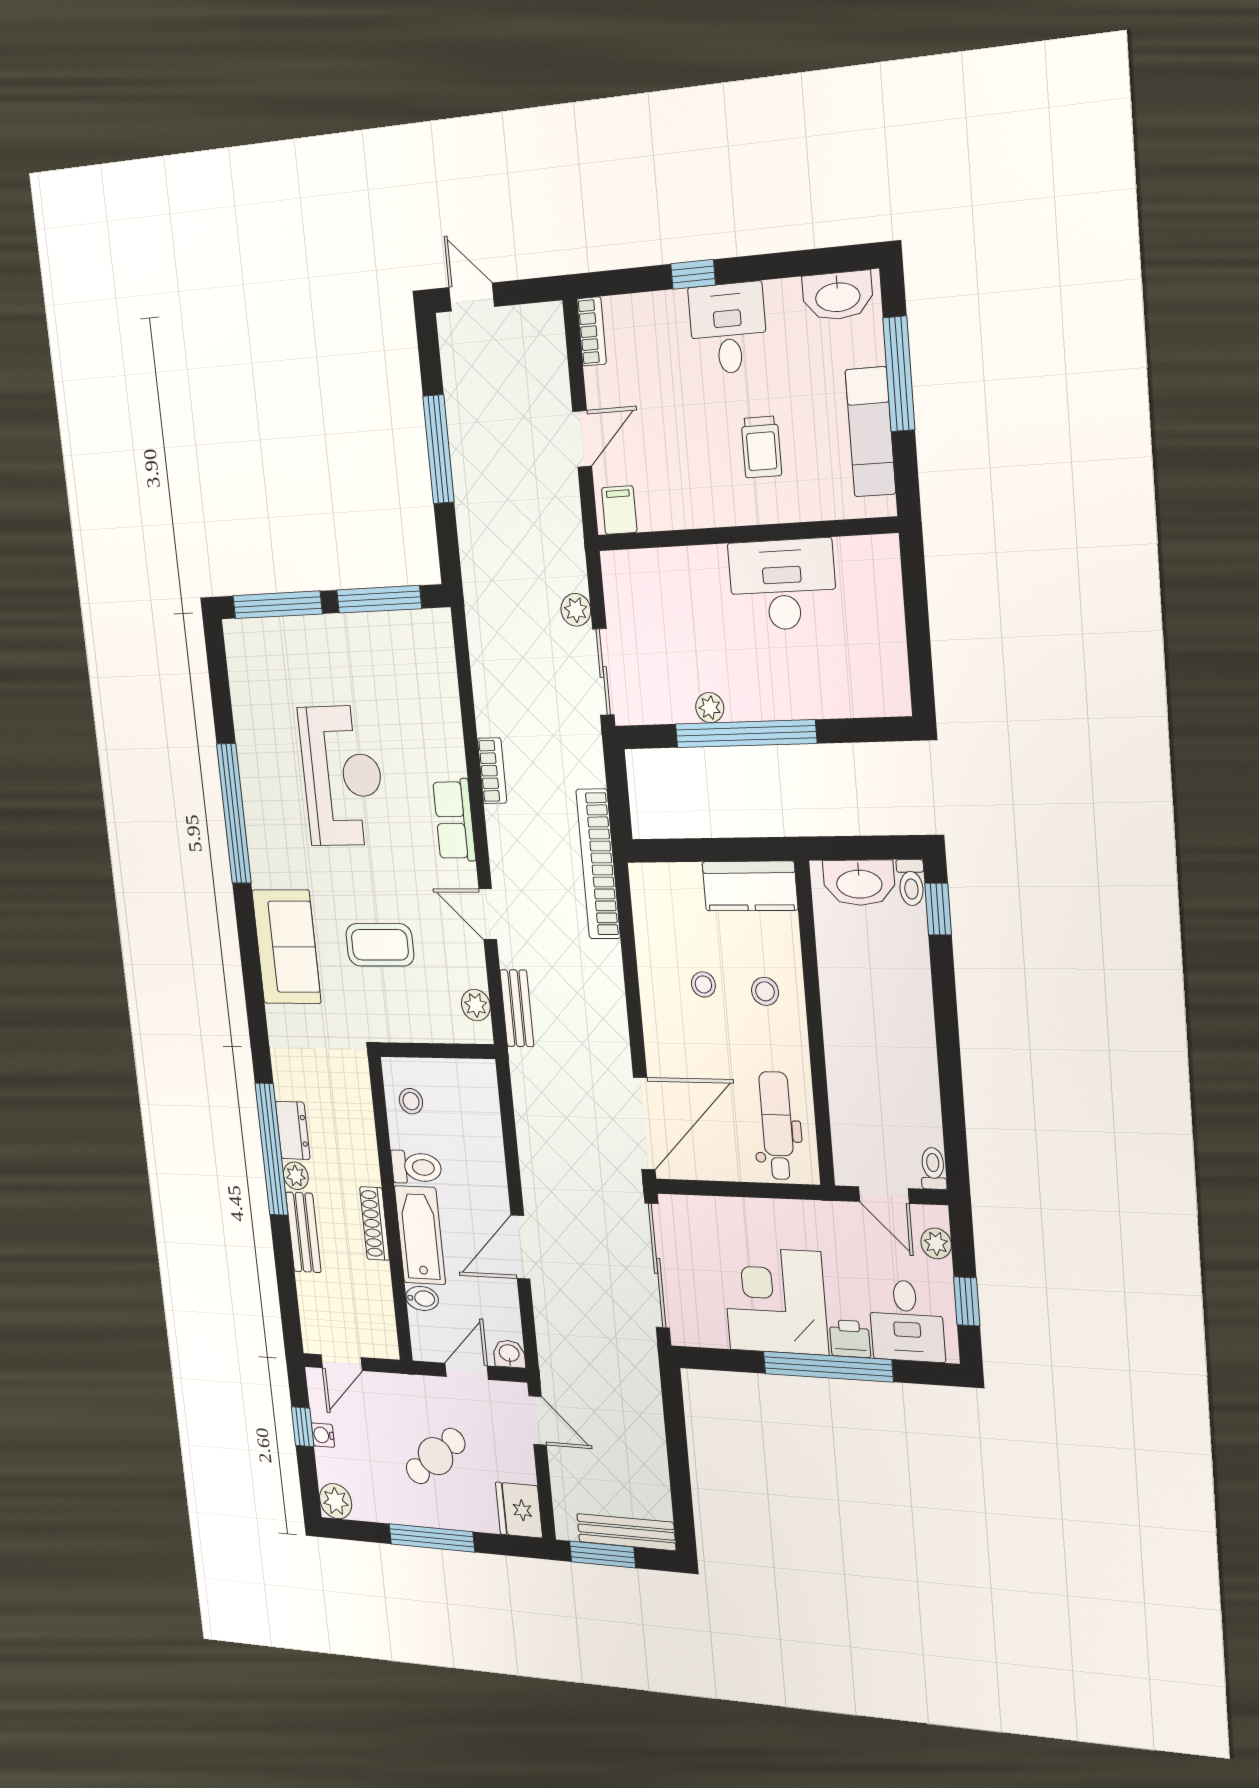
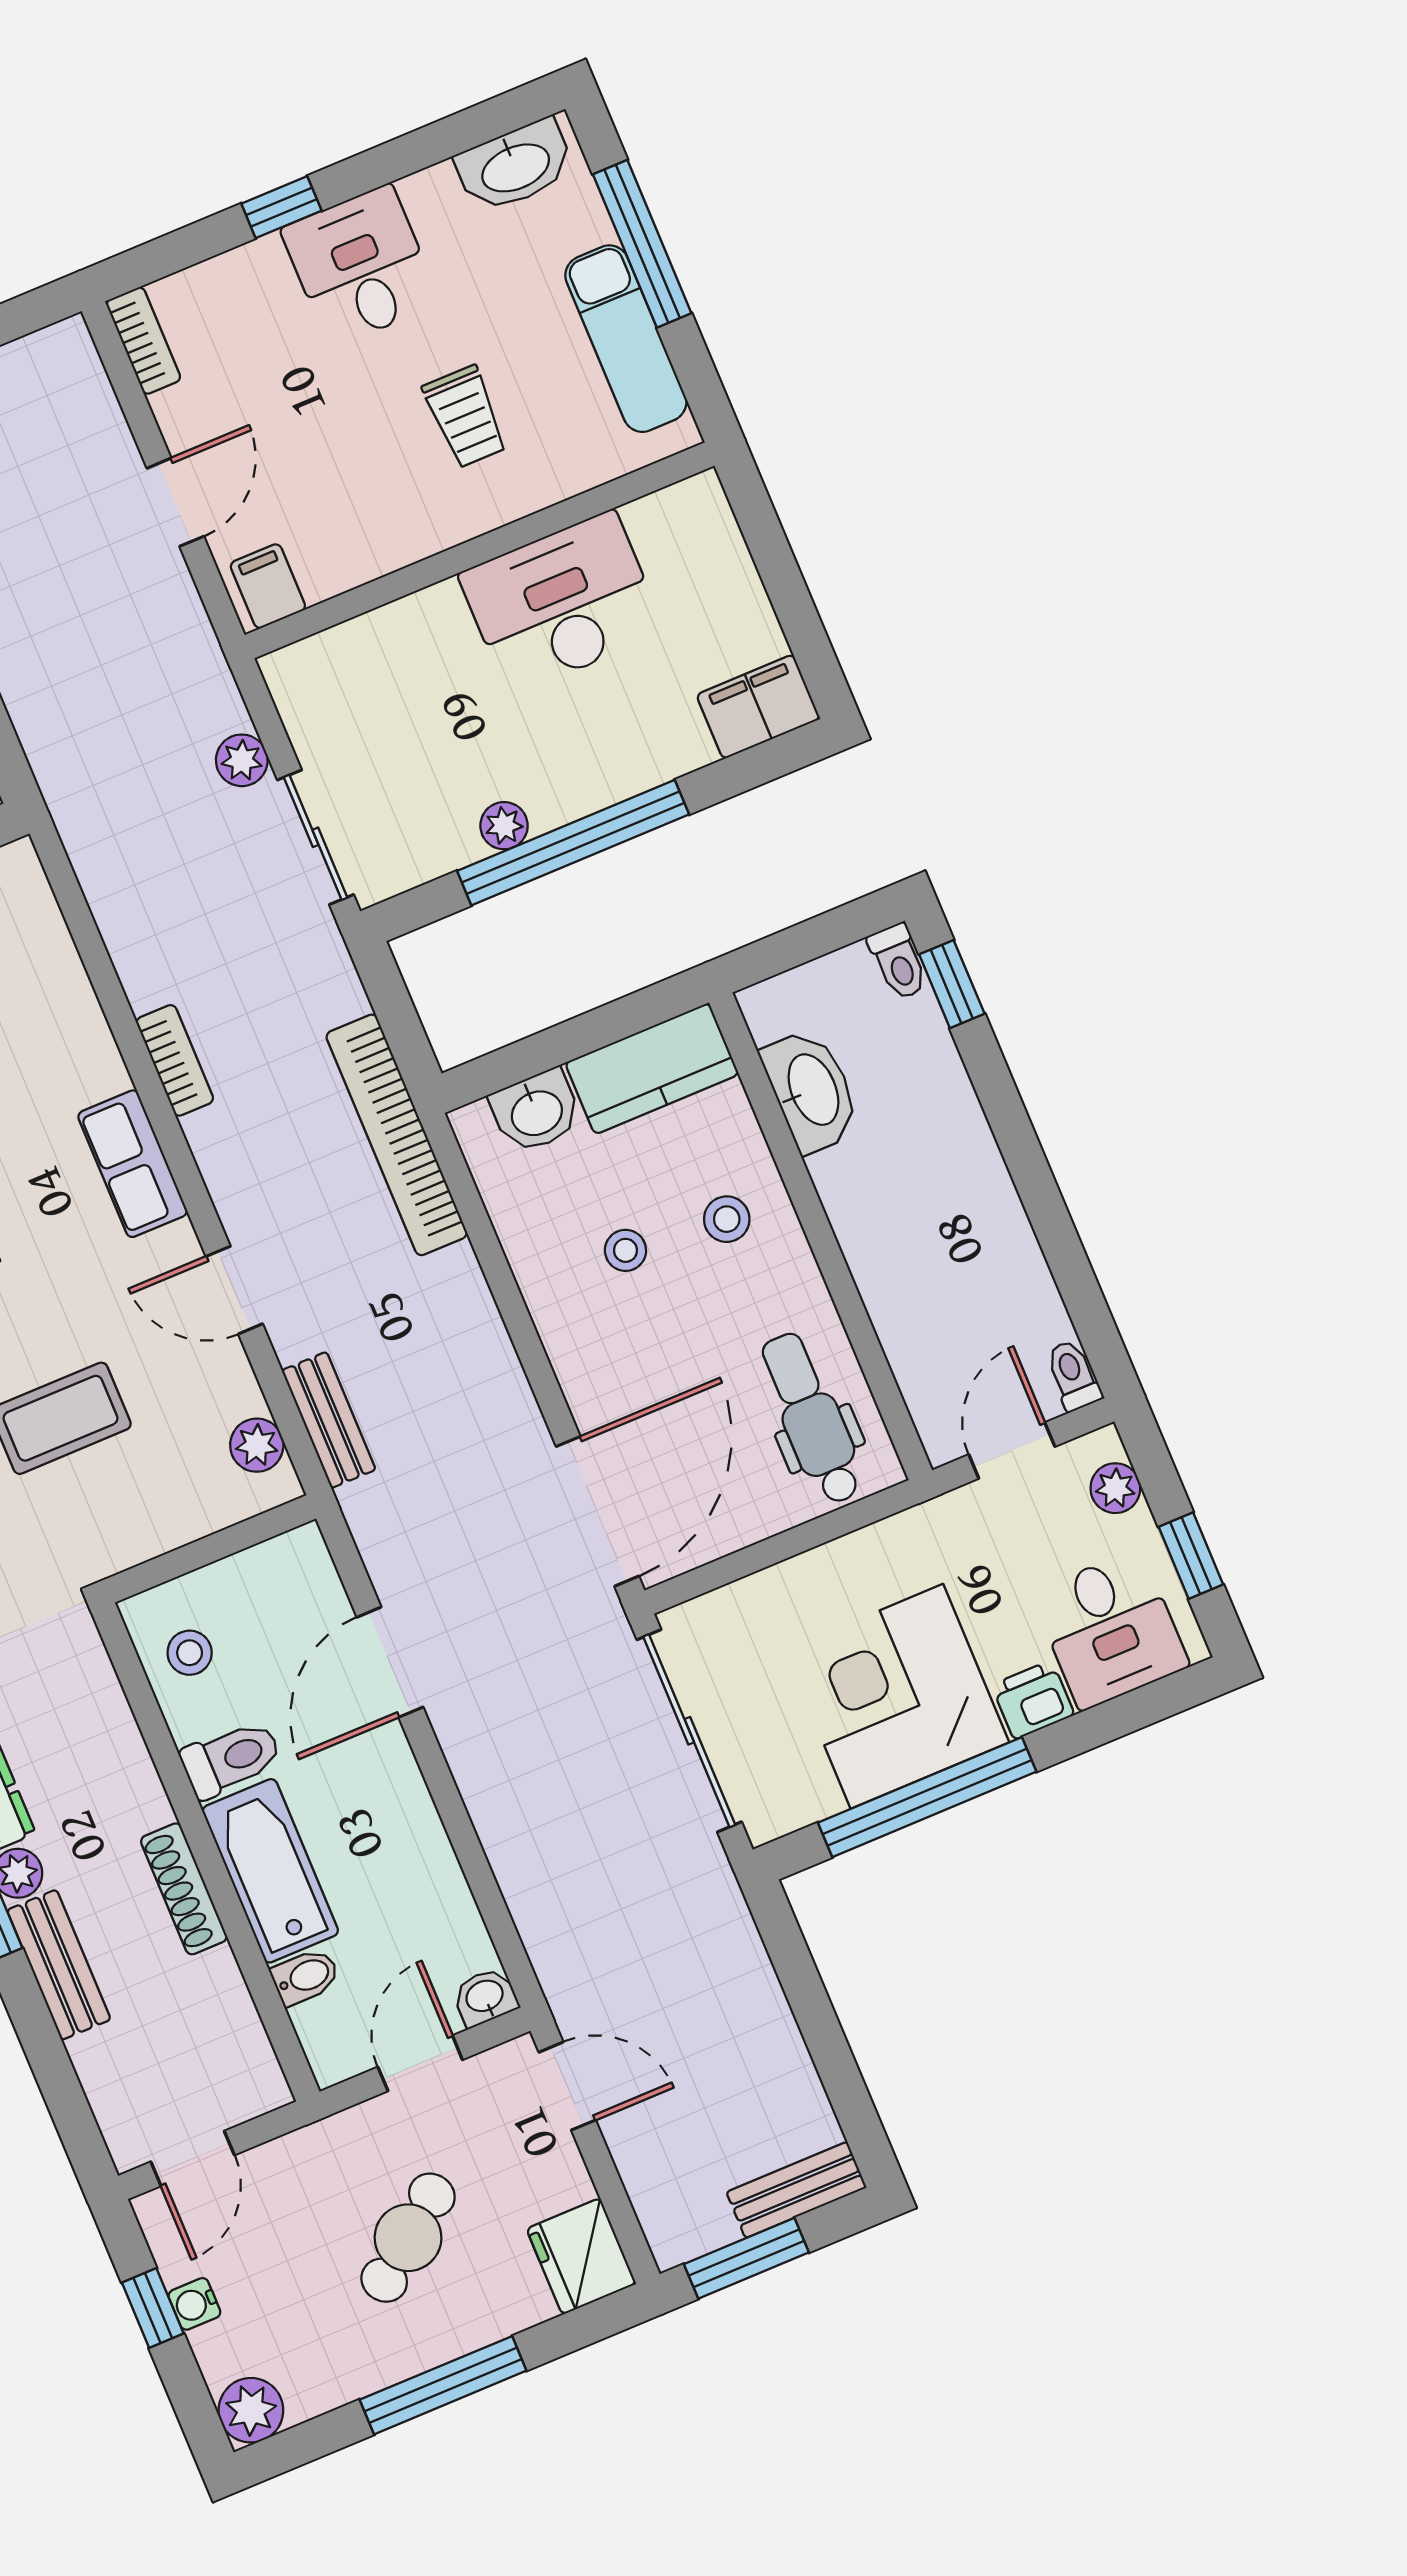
filing cabinet: (878, 694) -> (758, 707), added
washbasin: (678, 883) -> (536, 1111), added
washbasin: (859, 883) -> (811, 1090), moved, turned -90
door: (884, 1195) -> (1012, 1451), swing flipped
door: (520, 1247) -> (390, 1662), moved
window: (828, 1367) -> (927, 1797), moved
bench: (626, 1532) -> (796, 2190), width x0.73

